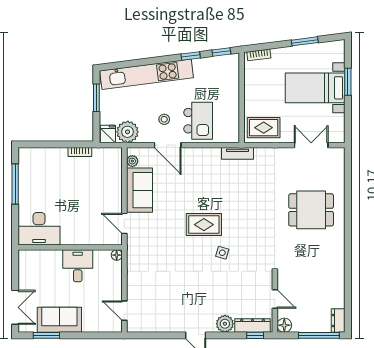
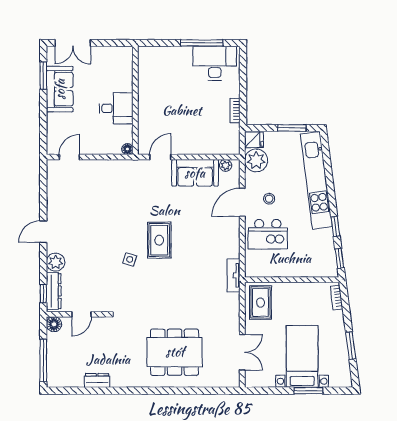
dining table: (311, 210) -> (175, 352), width x1.38
desk: (39, 229) -> (215, 63), moved, turned 90
dresser: (338, 321) -> (97, 380), moved

